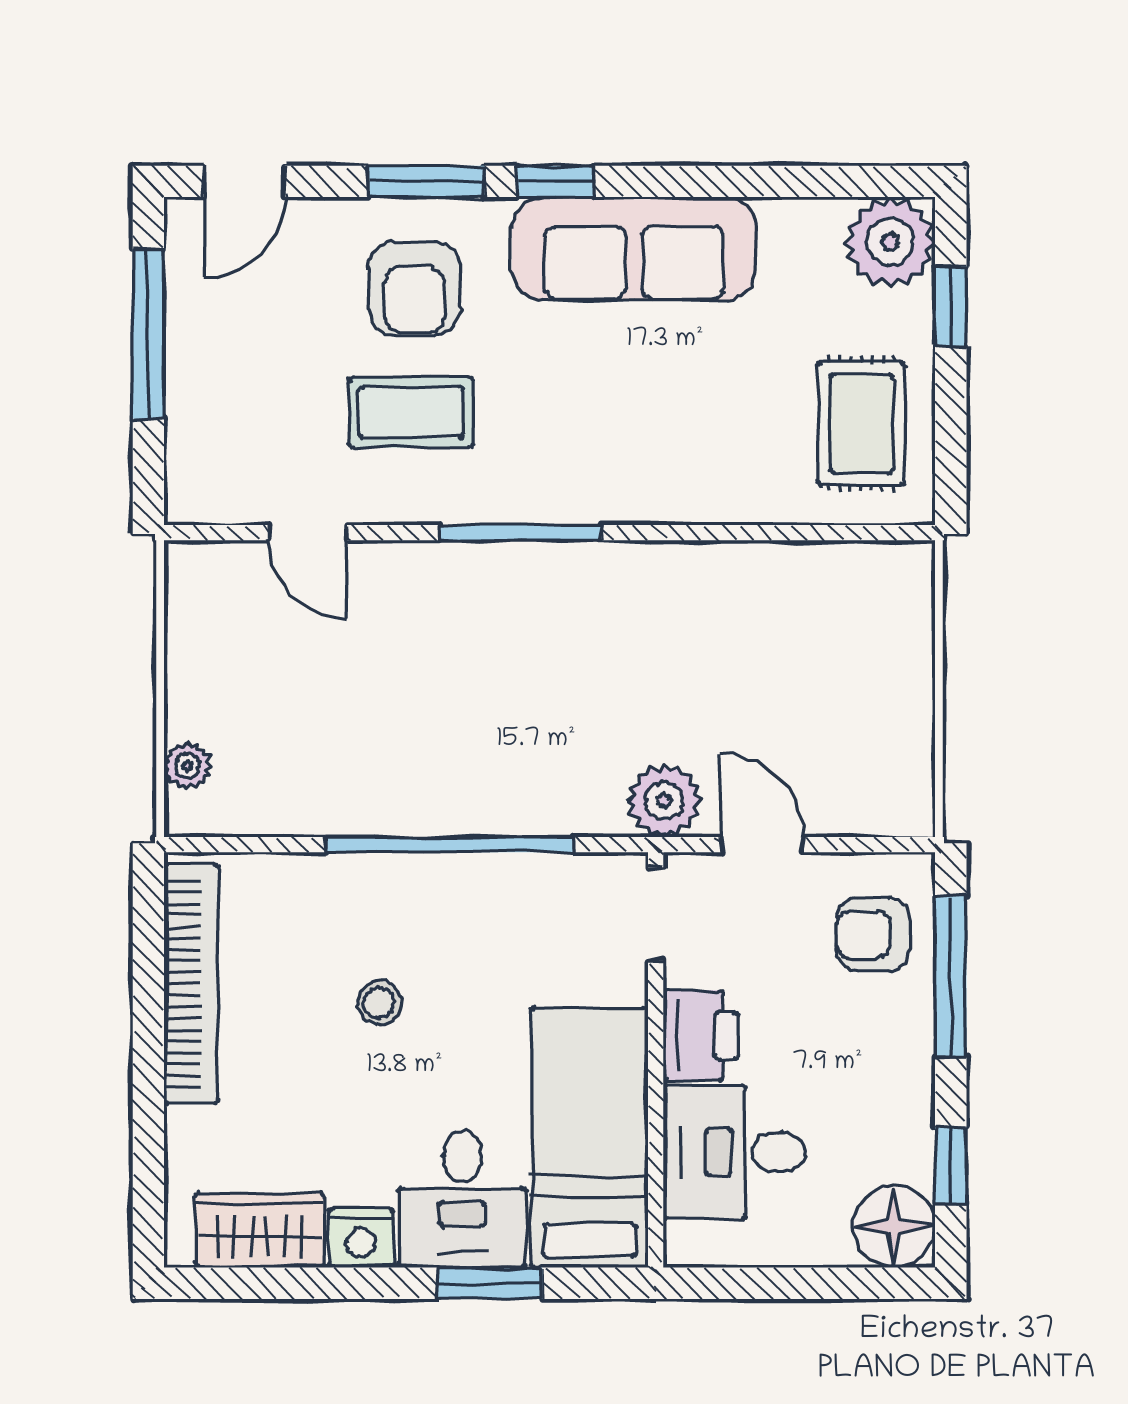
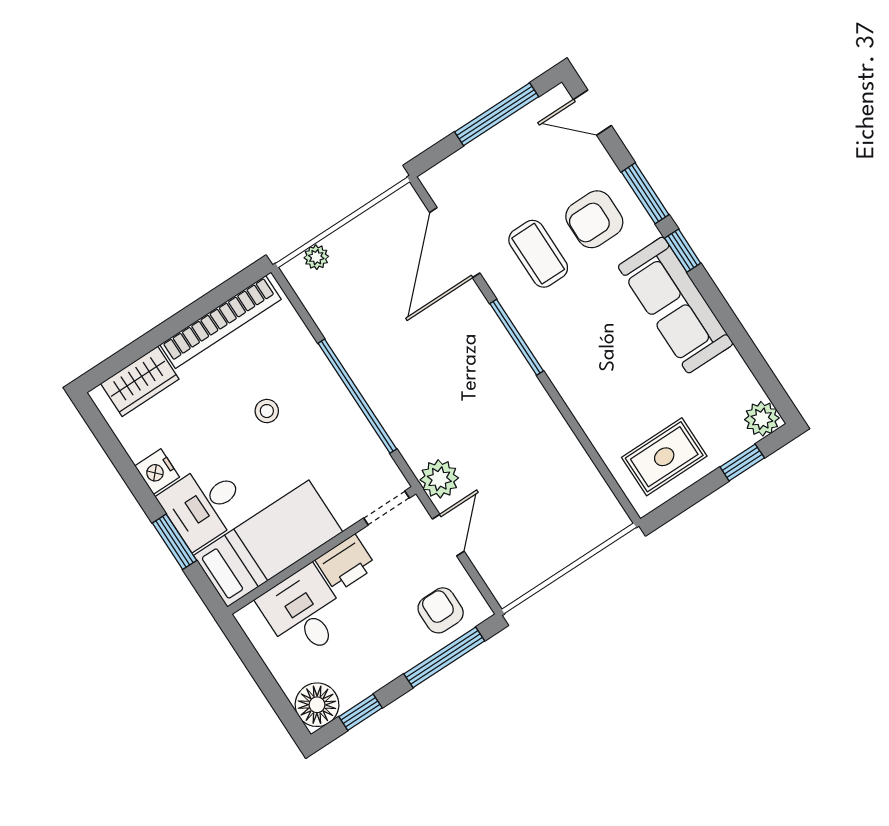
plant: (890, 242) -> (762, 419), width x0.73, depth x0.73
door: (308, 533) -> (455, 243), width x1.87
wardrobe: (260, 1230) -> (140, 381), moved, turned 90

